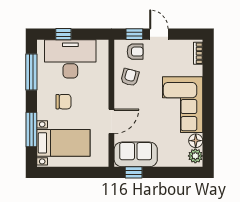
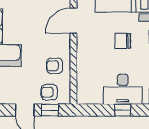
desk: (70, 59) -> (123, 89), width x0.73, depth x0.77
armchair: (130, 77) -> (55, 66), turned 75

